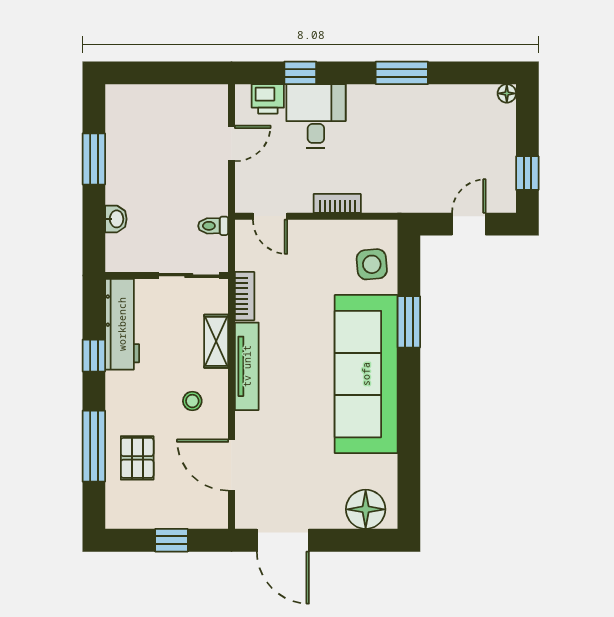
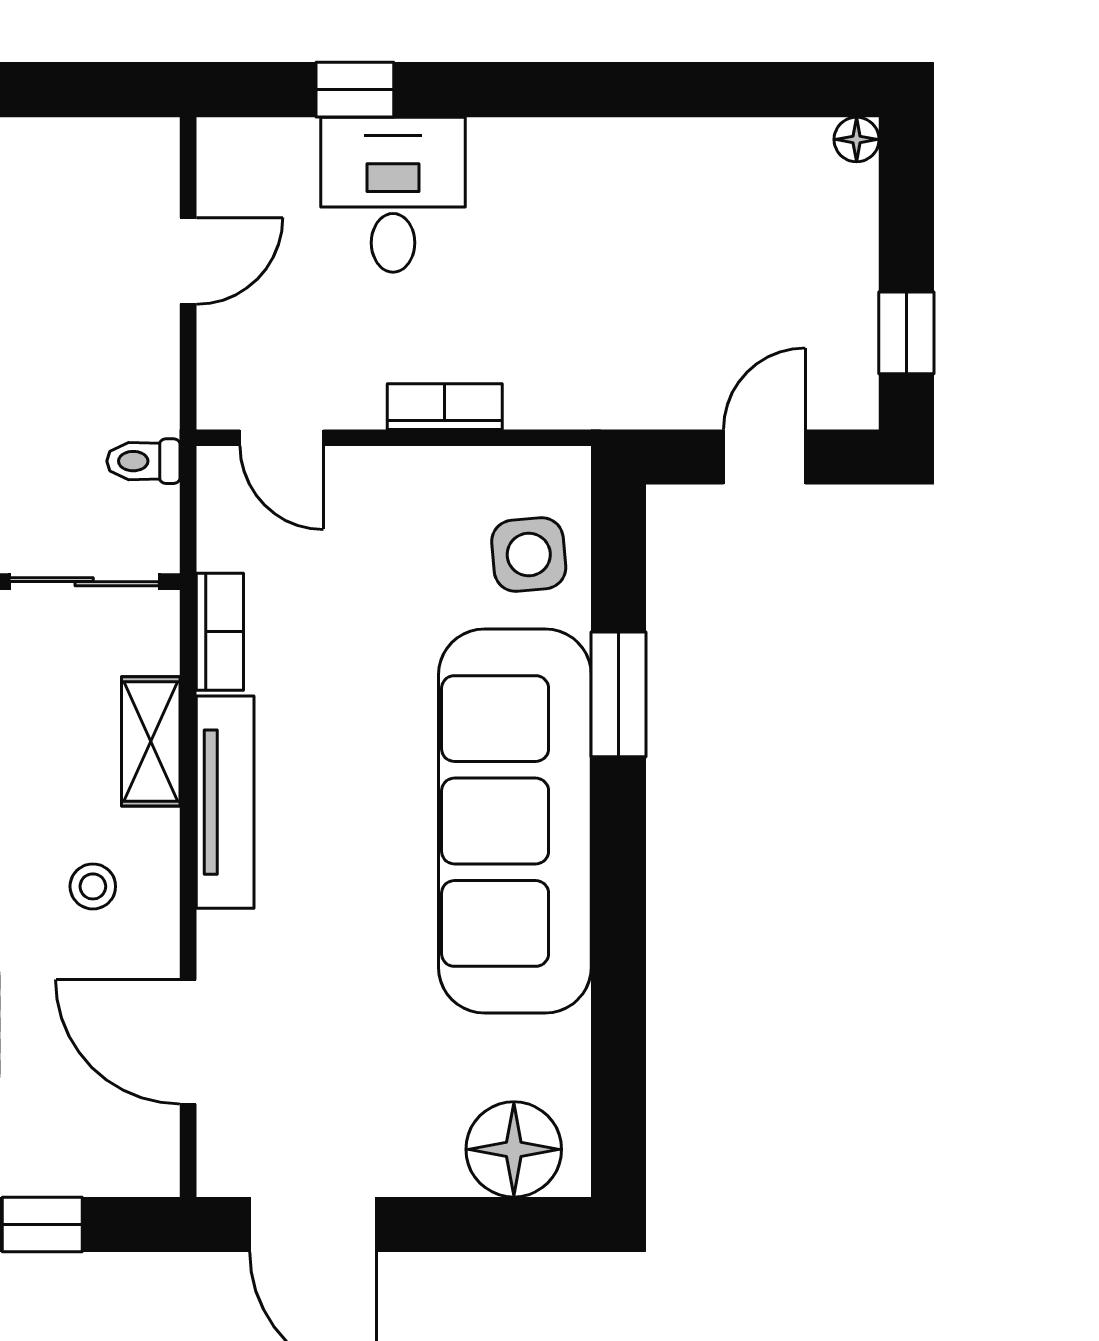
window: (402, 73) -> (602, 90), removed
printer: (268, 99) -> (276, 153), removed

